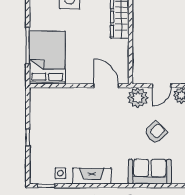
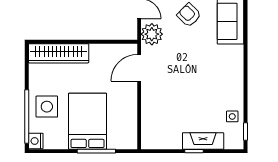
bed: (47, 58) -> (88, 121), moved, turned 90
fireplace: (92, 176) -> (203, 141), moved, turned 90

